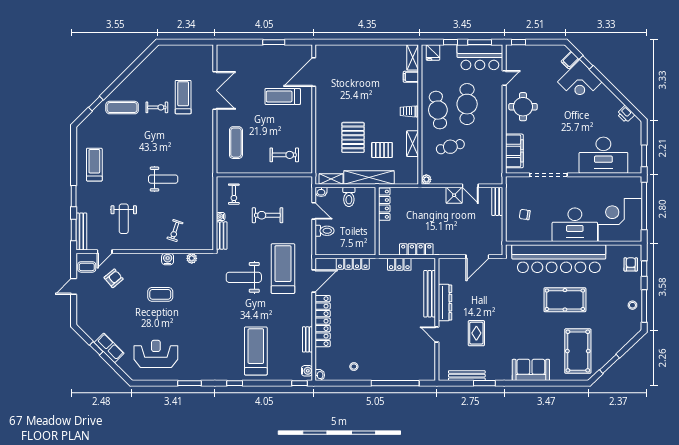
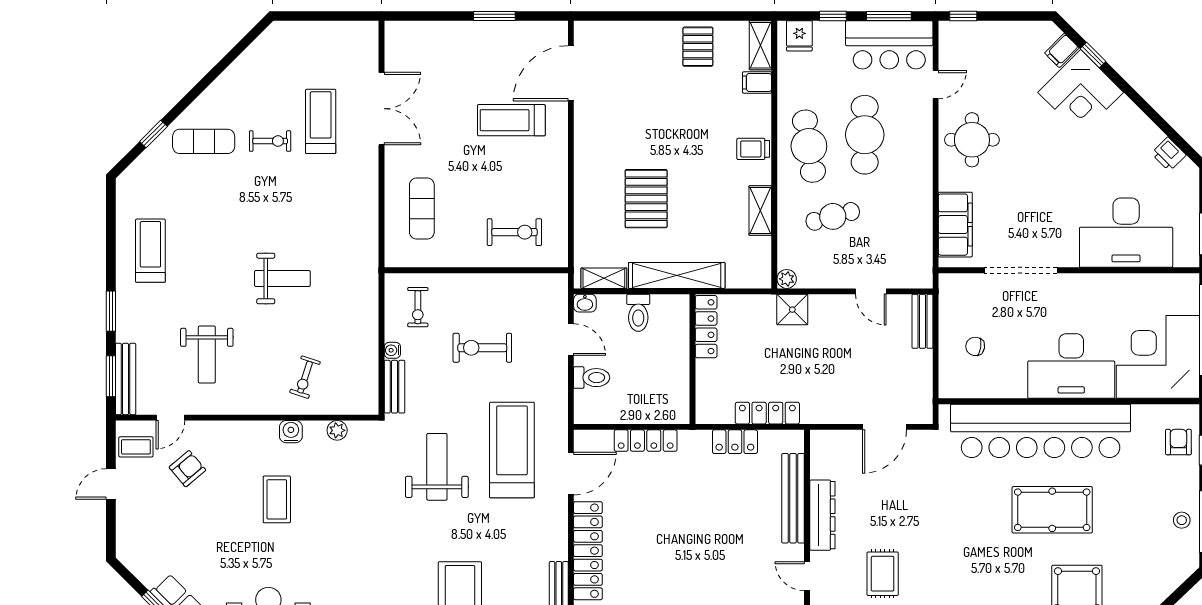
pallet: (382, 150) -> (698, 47), moved, turned 90
shower: (454, 195) -> (792, 310), moved
weight bench: (244, 277) -> (437, 467), turned 90
coffee table: (160, 294) -> (277, 499), turned 90

